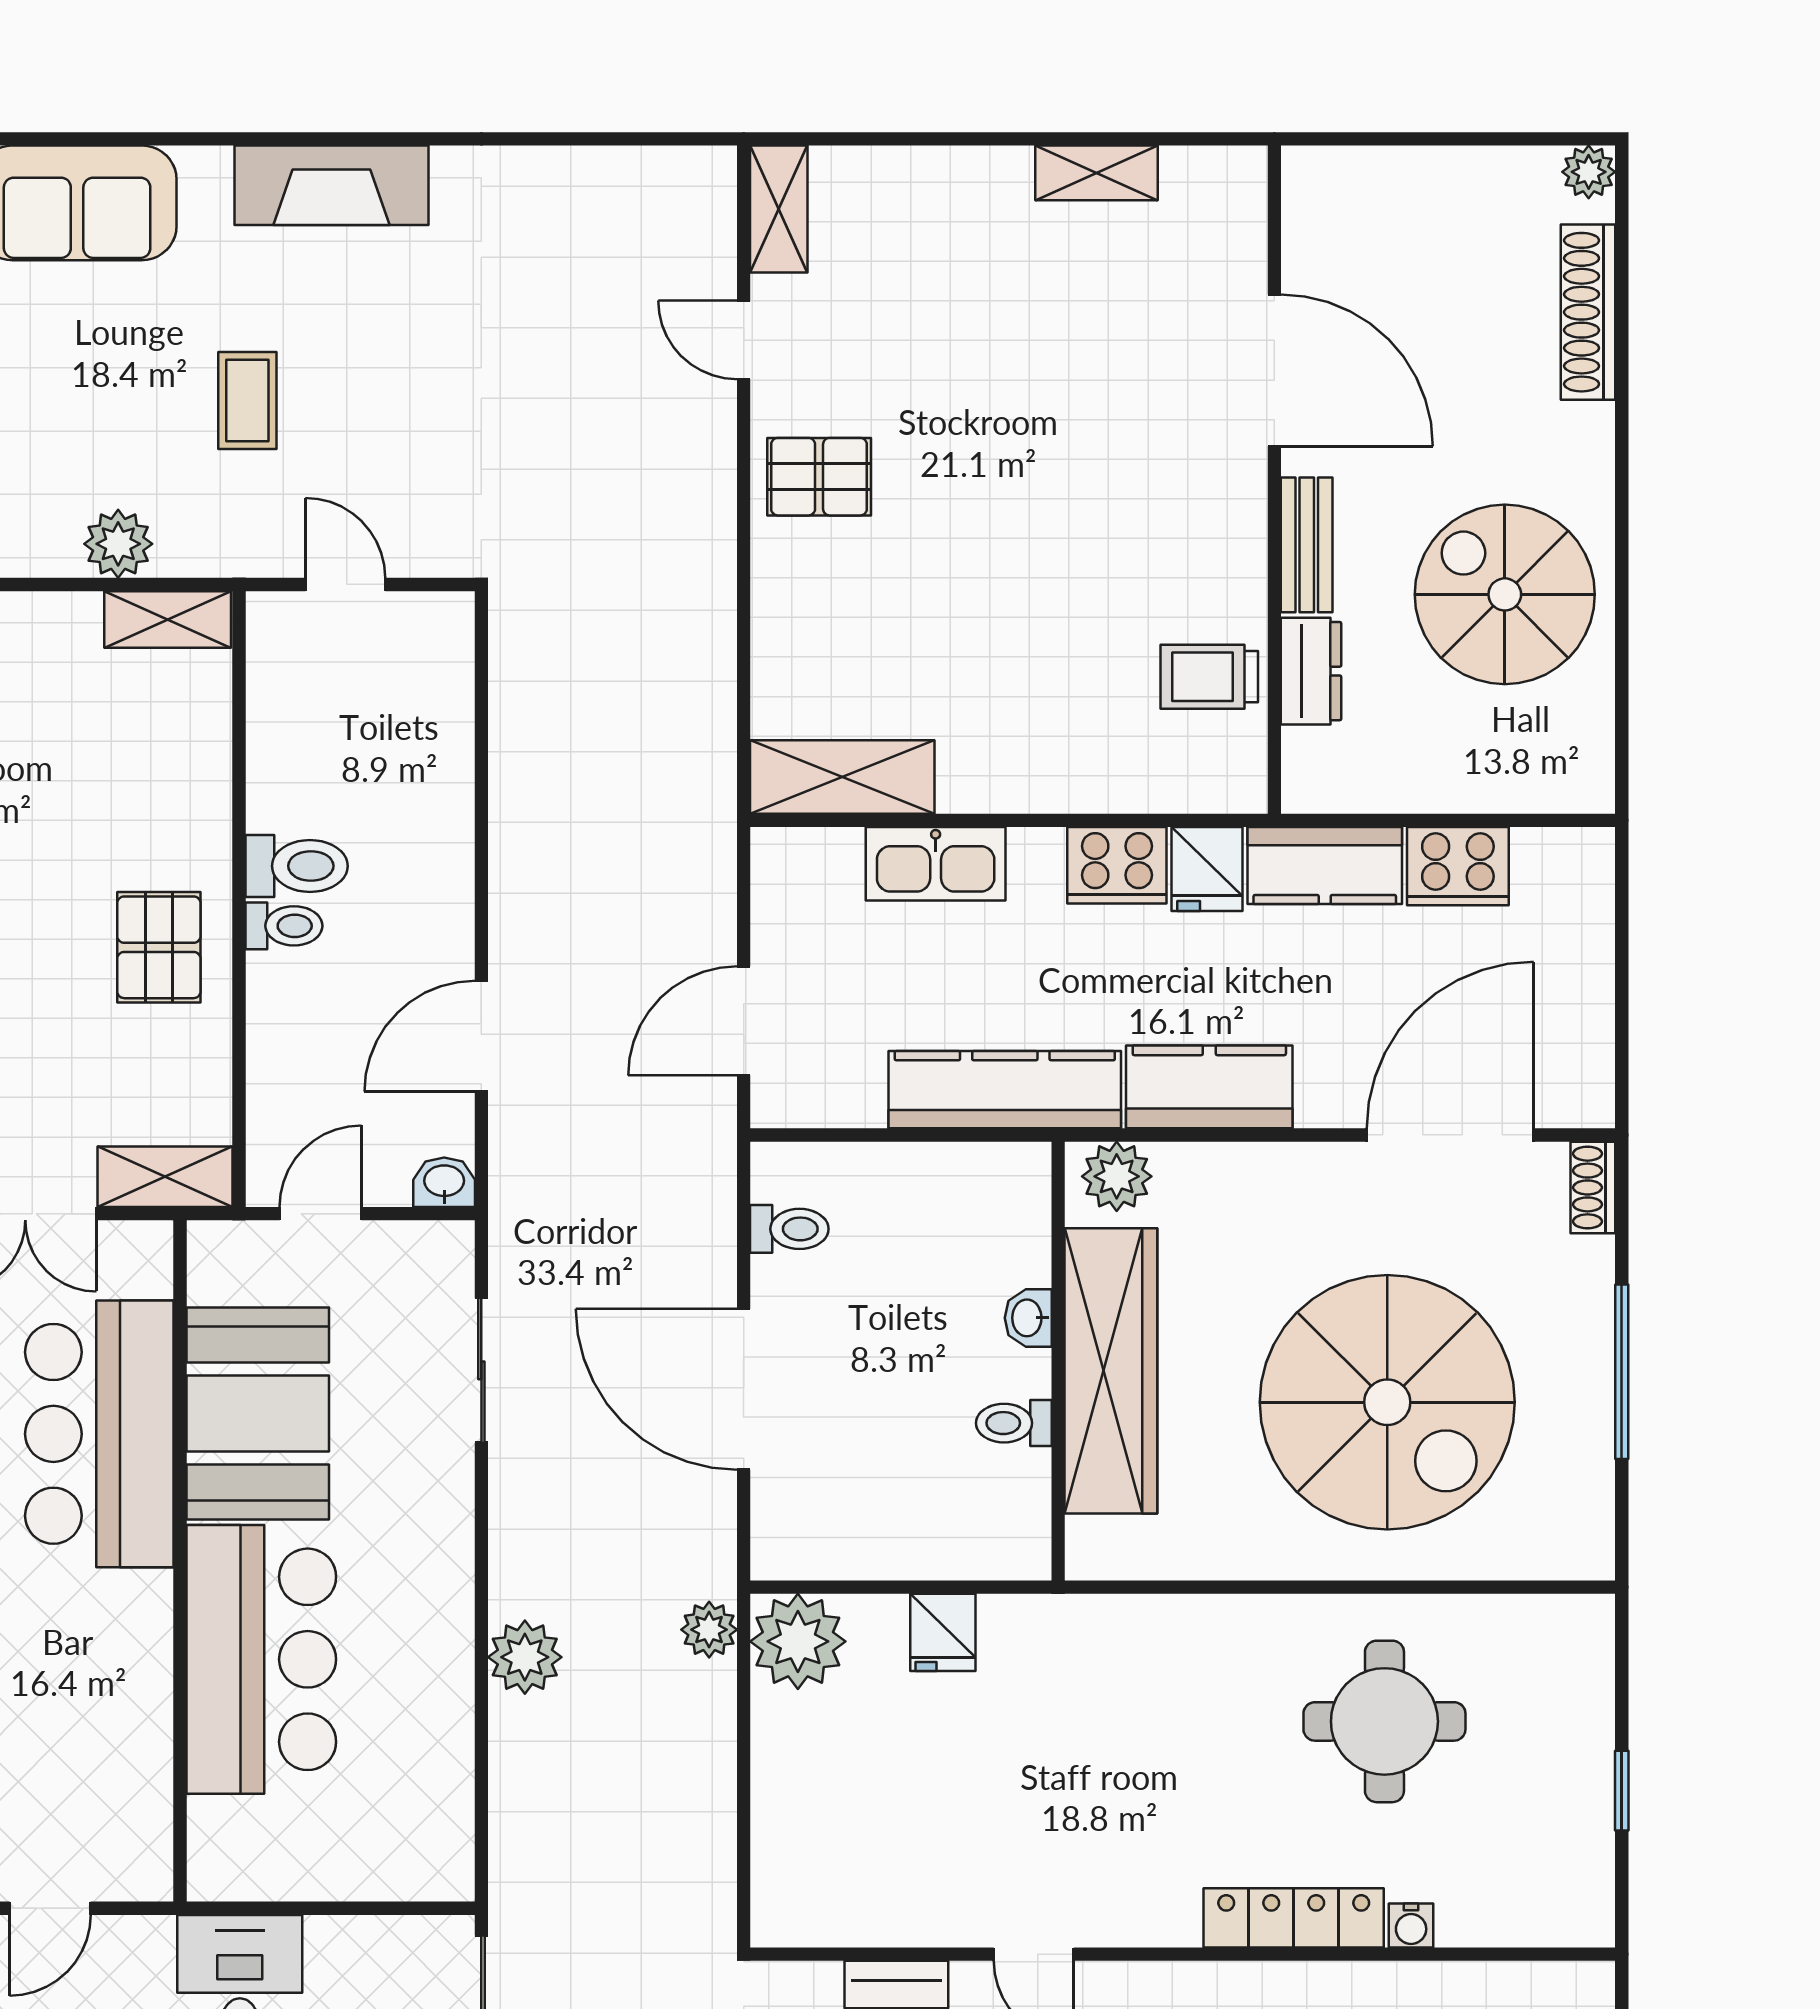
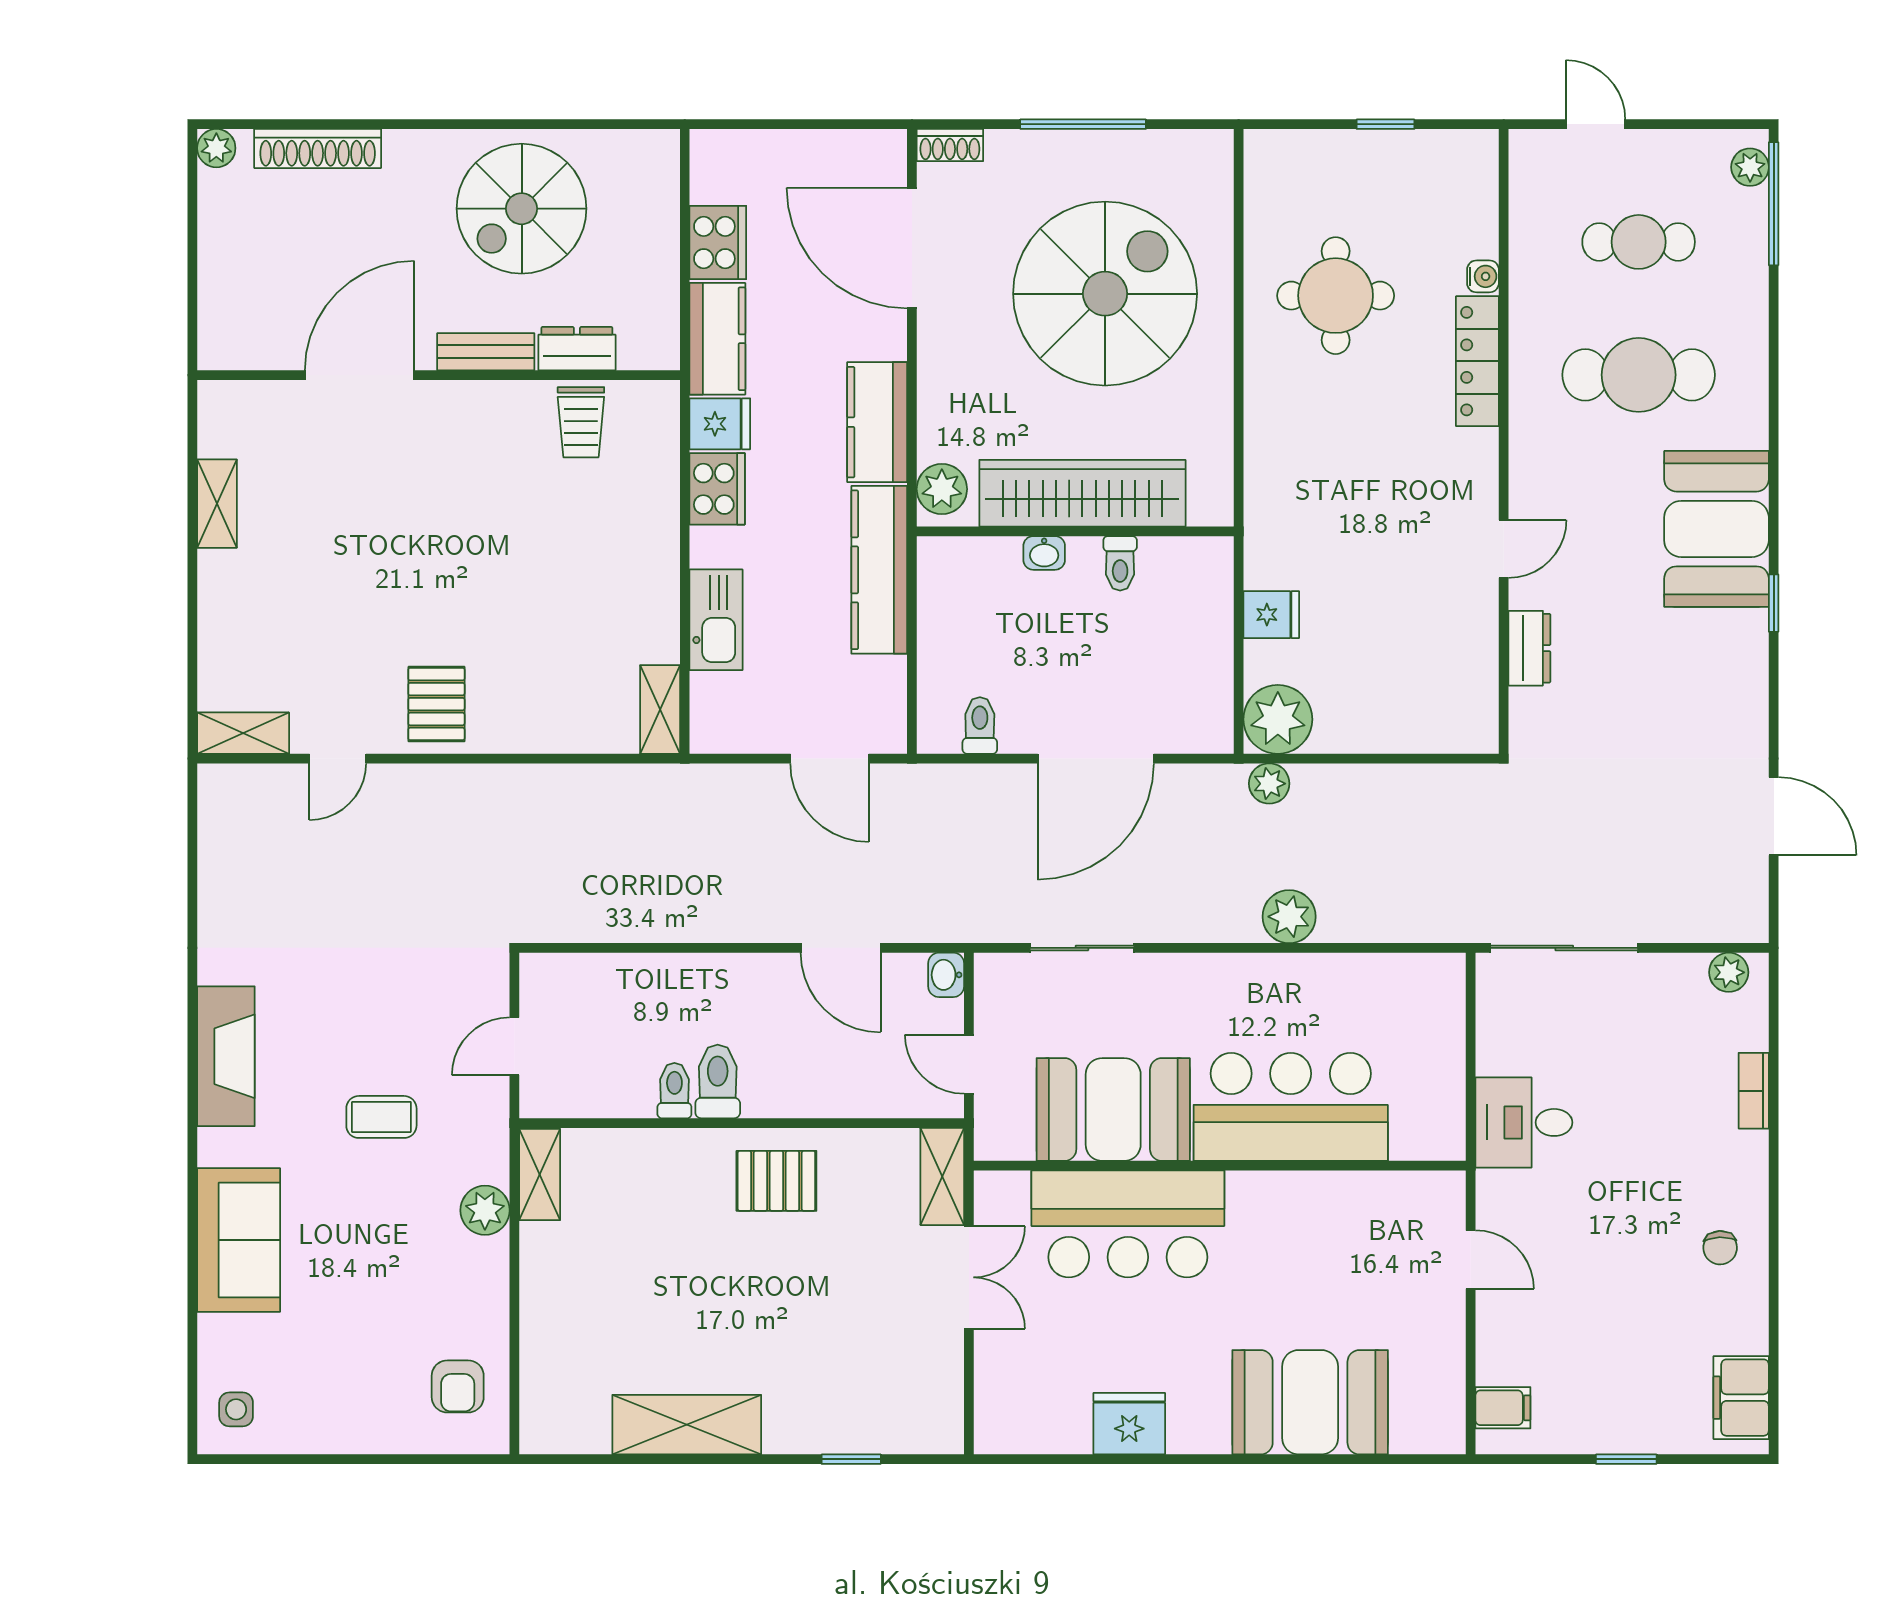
shelving: (842, 777) -> (660, 709), width x0.67, depth x0.75
toilet: (284, 926) -> (674, 1091), moved

